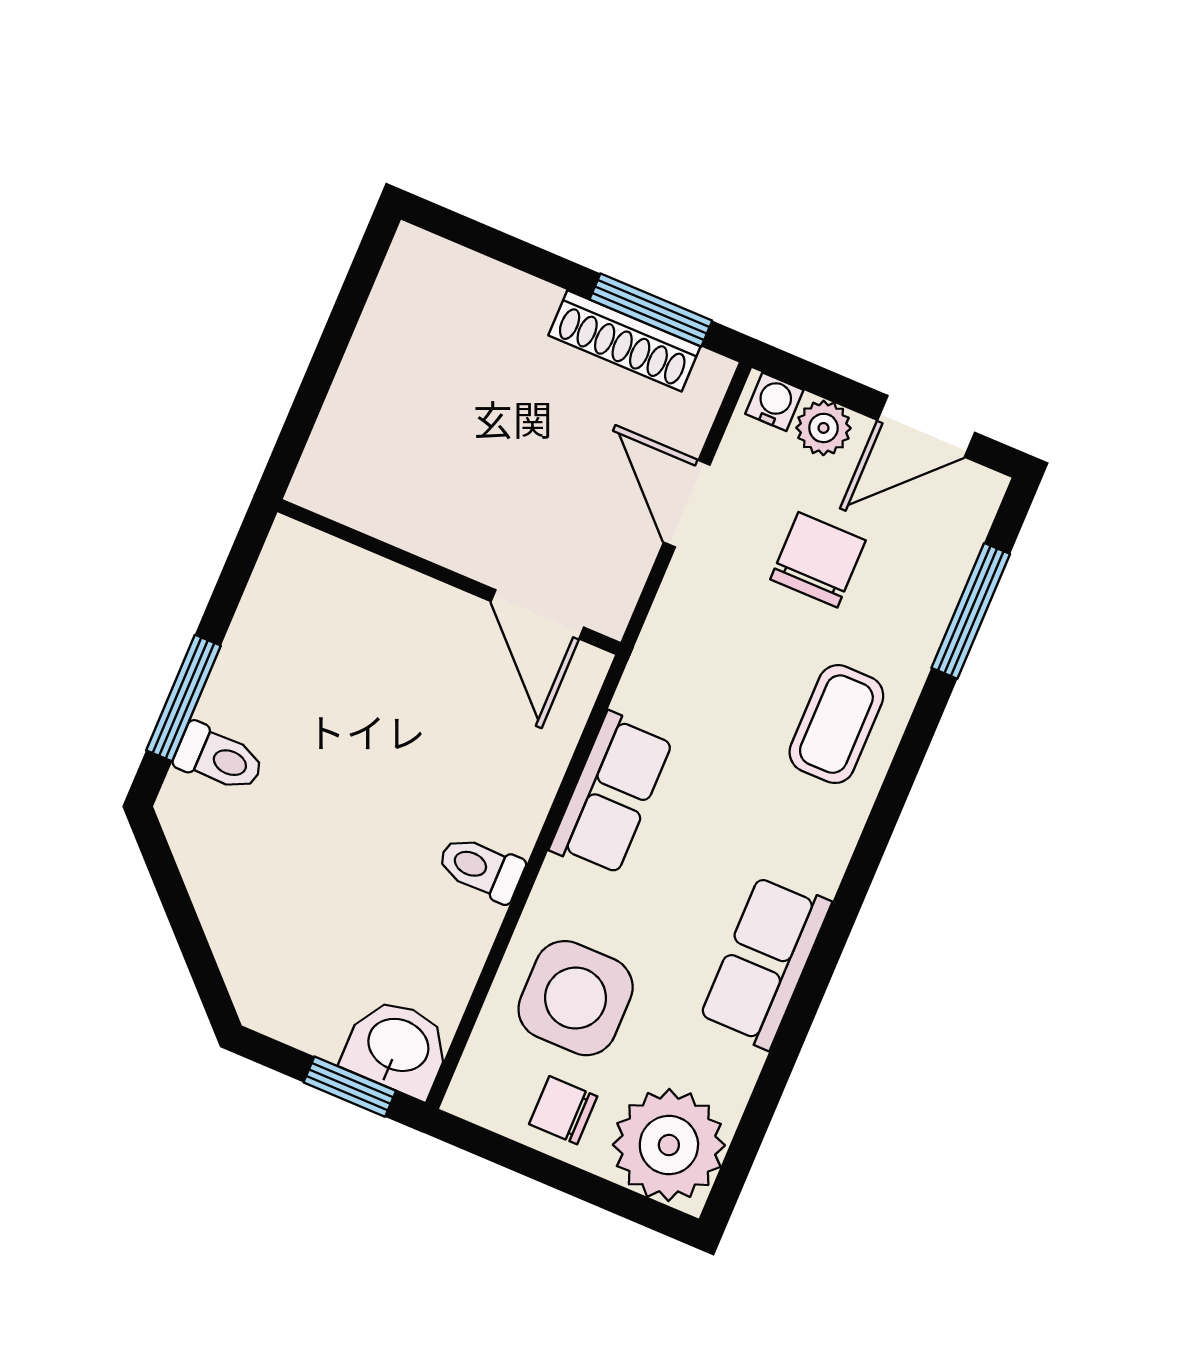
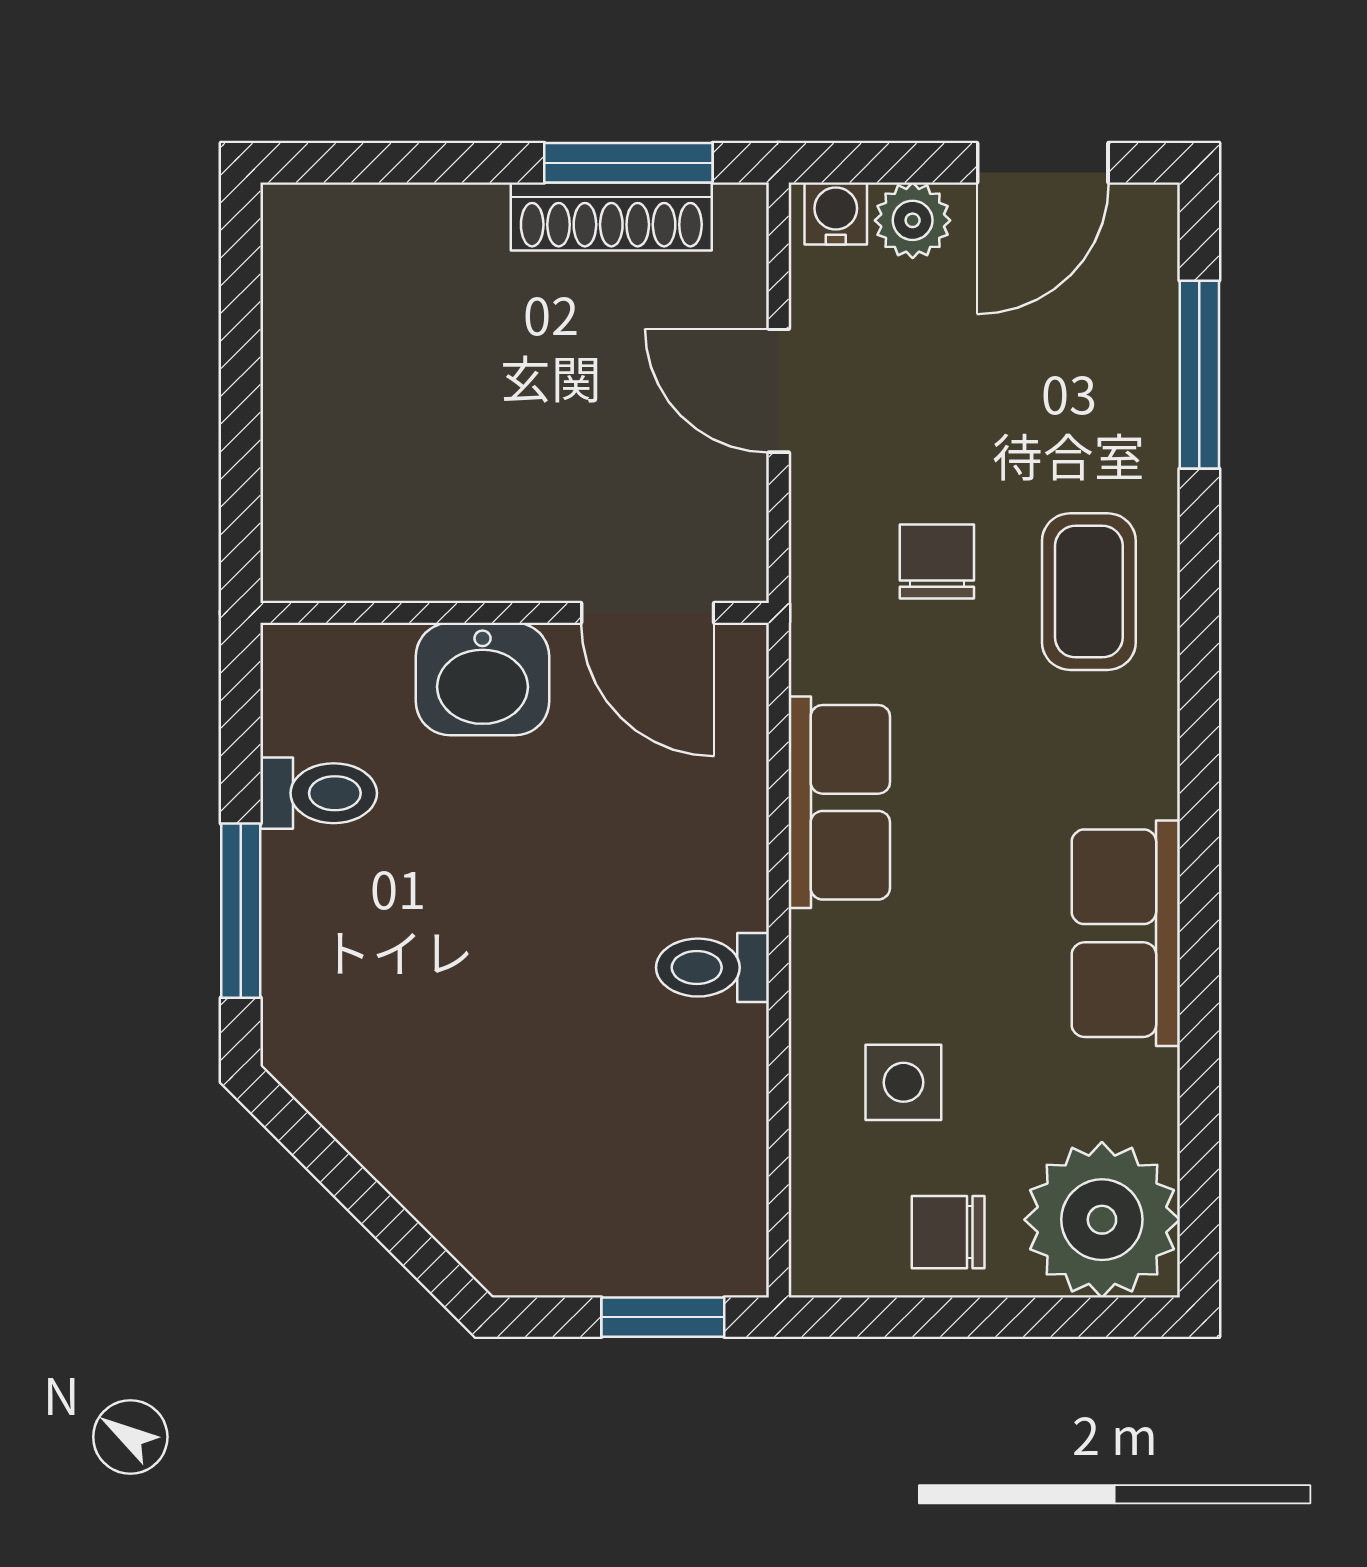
chair: (818, 560) -> (937, 561), moved, width x0.73, depth x0.73
toilet: (219, 758) -> (319, 793), moved
side table: (576, 998) -> (903, 1082), width x0.54, depth x0.54
washbasin: (397, 1047) -> (483, 679), moved, turned 180

